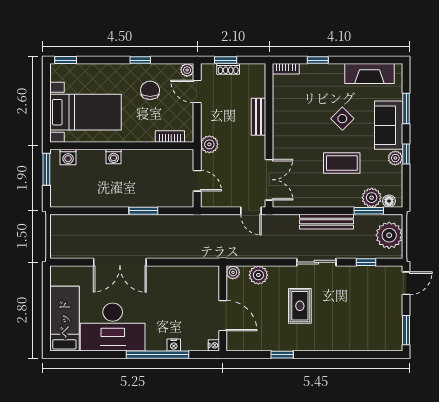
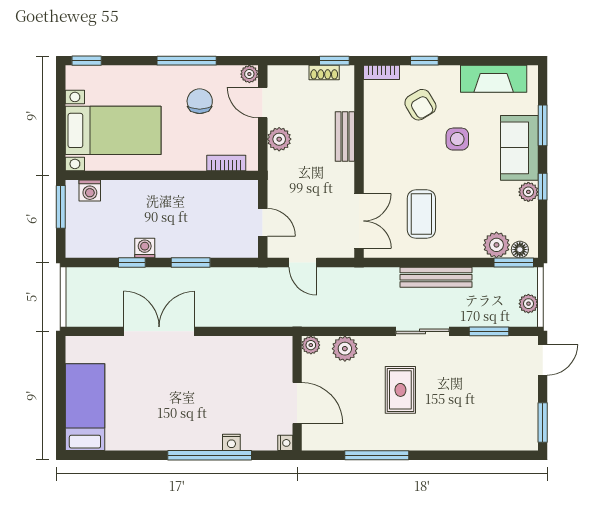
window: (140, 60) -> (187, 61), width x2.17
window: (226, 60) -> (334, 61), moved
shoe rack: (228, 69) -> (324, 73), moved
armchair: (315, 93) -> (420, 105), added
side table: (342, 119) -> (457, 139), turned 45
plant: (209, 144) -> (279, 139), moved
washing machine: (114, 156) -> (145, 248), moved, turned 180
coffee table: (342, 163) -> (421, 214), moved, turned 90
window: (99, 211) -> (132, 263), added
door: (251, 211) -> (303, 263), moved
window: (369, 211) -> (514, 263), moved
plant: (389, 235) -> (528, 304), width x0.53, depth x0.53
double door: (120, 262) -> (159, 331), swing flipped
window: (366, 262) -> (489, 331), width x1.50
desk: (113, 327) -> (150, 418), removed
window: (282, 355) -> (377, 455), width x2.17

